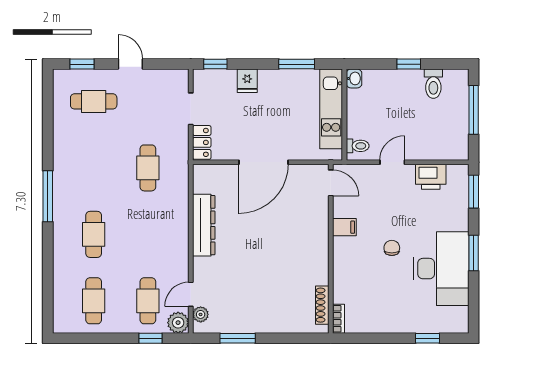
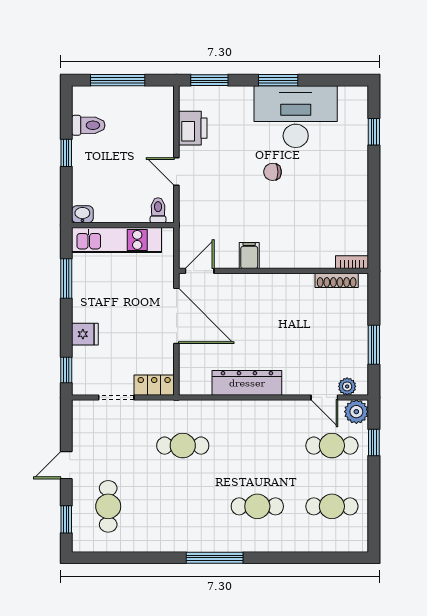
door: (331, 183) -> (200, 271), moved
filing cabinet: (344, 227) -> (249, 256), moved
wall: (331, 249) -> (273, 271), moved
shoe rack: (322, 305) -> (337, 280), moved
bookcase: (338, 319) -> (352, 262), moved

